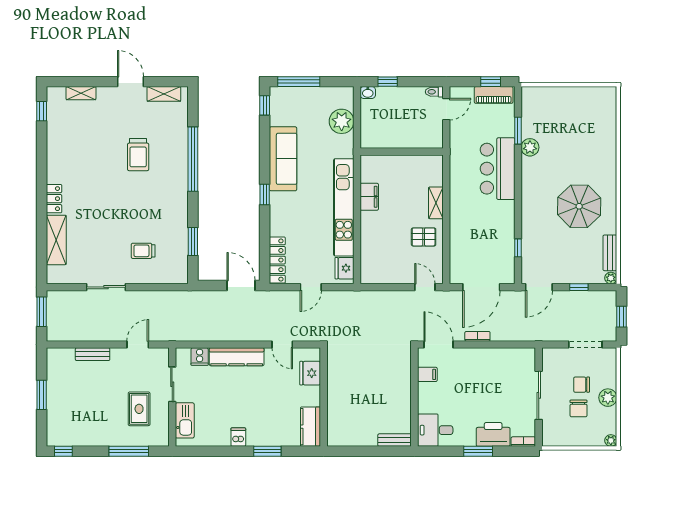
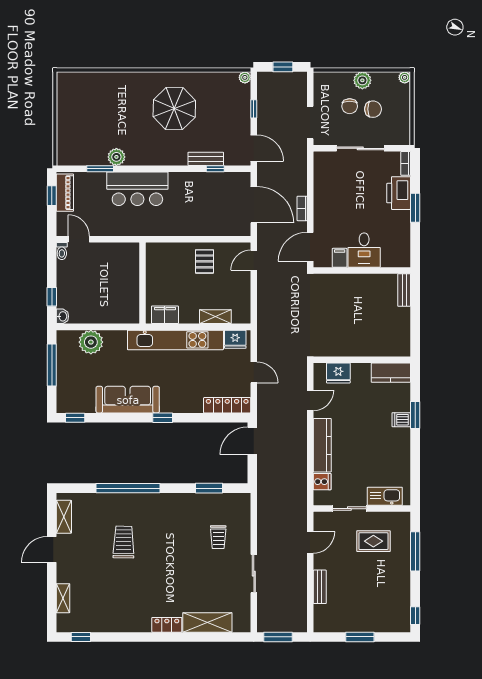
window: (299, 82) -> (52, 365), moved
wall: (402, 152) -> (143, 283), moved
trolley: (138, 155) -> (124, 542), turned -89
shelving: (436, 203) -> (215, 317), moved
bench: (610, 253) -> (206, 159), moved
door: (138, 344) -> (310, 542), swing flipped
doorway: (585, 344) -> (310, 123), moved
desk: (435, 430) -> (364, 250), moved
dishwasher: (238, 437) -> (401, 420), moved

